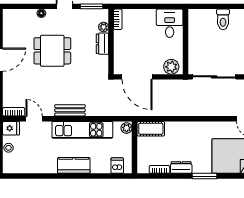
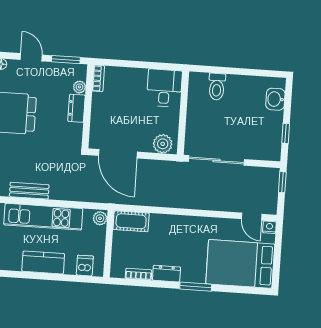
toilet: (223, 19) -> (217, 87), moved
kitchen counter: (74, 165) -> (43, 262), moved

